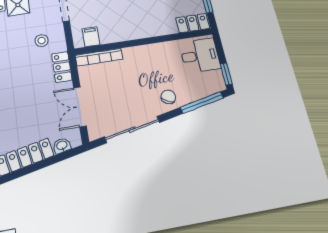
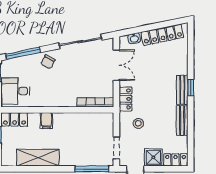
filing cabinet: (91, 37) -> (46, 121), moved

